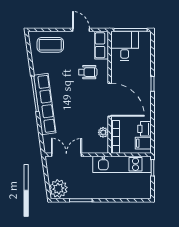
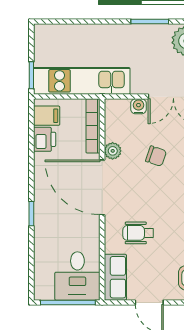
chair: (77, 119) -> (156, 156), added
plant: (103, 132) -> (113, 151), moved
water cooler: (88, 149) -> (138, 106), added

